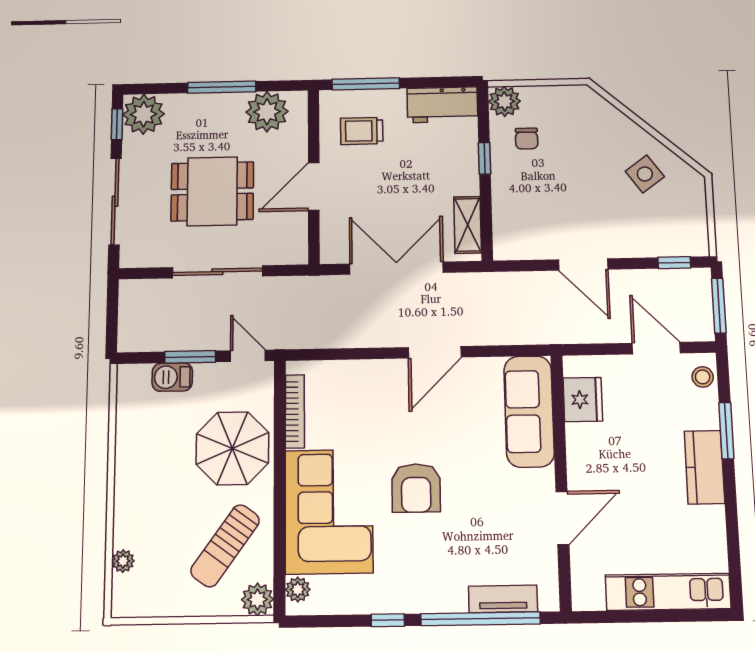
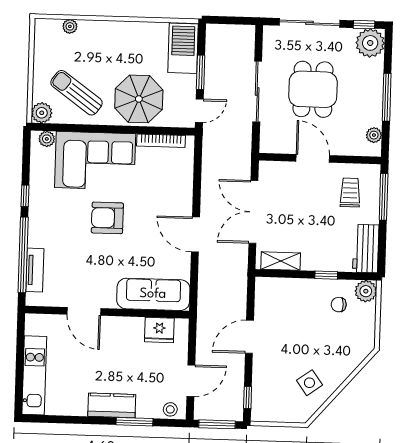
plant: (267, 112) -> (374, 135), width x0.53, depth x0.53
double door: (396, 268) -> (253, 212), swing flipped
barbecue: (172, 377) -> (183, 48), width x1.88, depth x1.53

